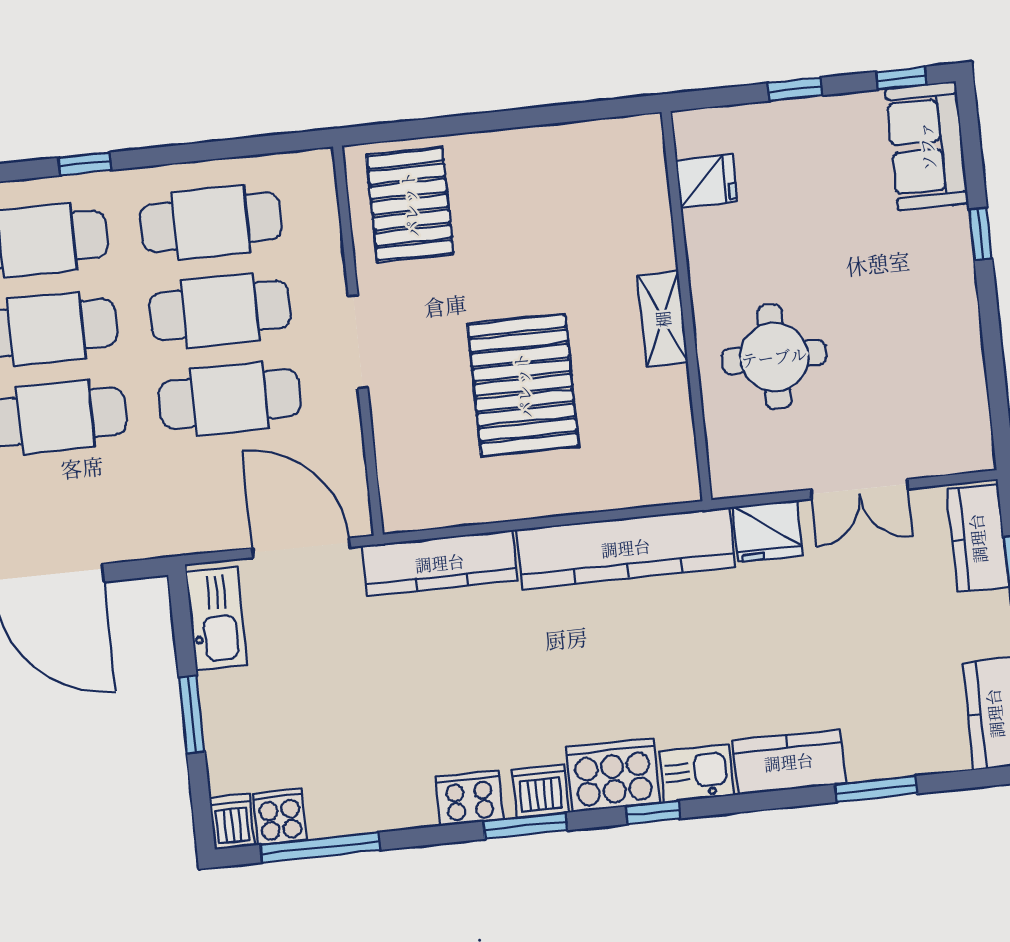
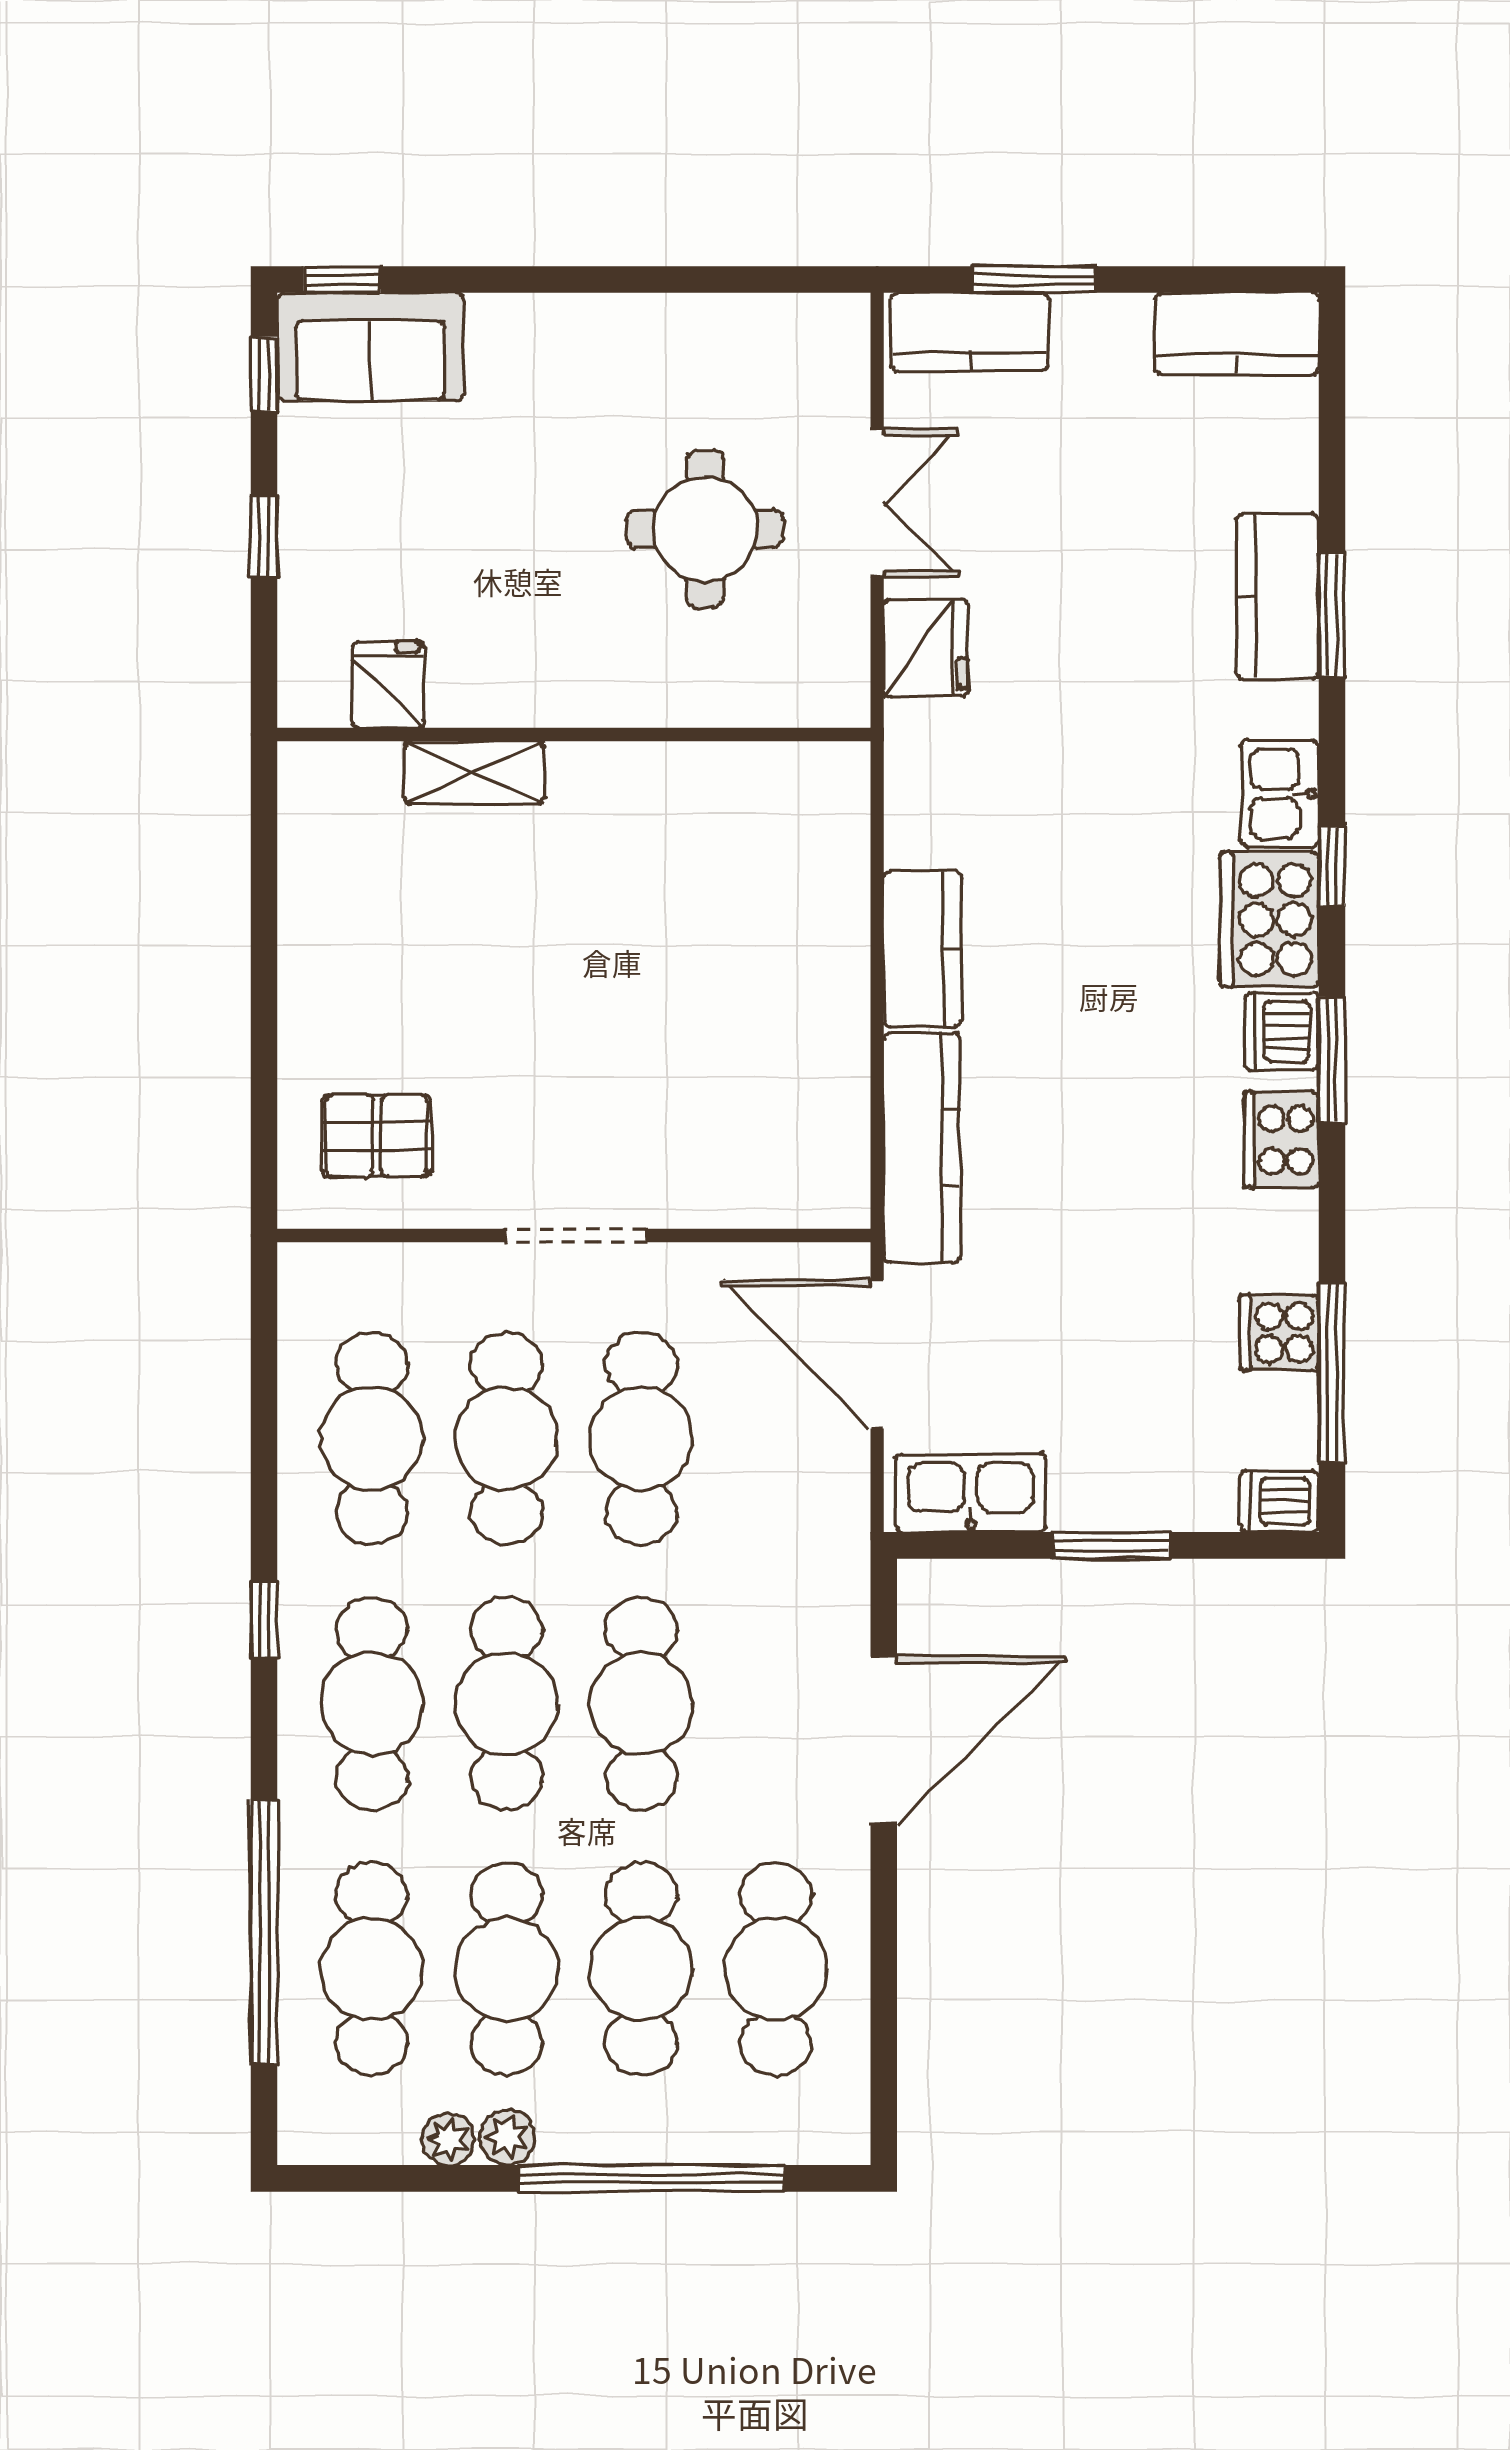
pallet: (410, 204) -> (377, 1136), width x0.67, depth x0.71
window: (981, 234) -> (342, 280), moved
shelving: (663, 319) -> (474, 772), moved
round table: (774, 357) -> (705, 529), moved
pallet: (523, 385) -> (667, 994), removed
door: (301, 548) -> (877, 1354), hinge flipped
kitchen counter: (626, 548) -> (923, 949), width x0.48, depth x0.86
kitchen counter: (789, 762) -> (1278, 596), moved
window: (876, 789) -> (1332, 615), moved
cooker: (280, 817) -> (1279, 1333), moved

